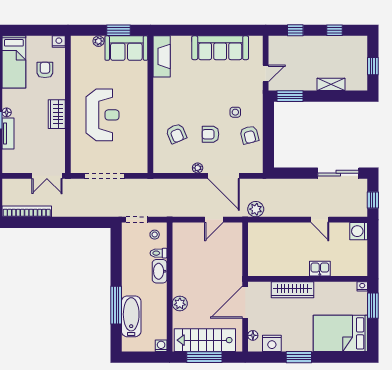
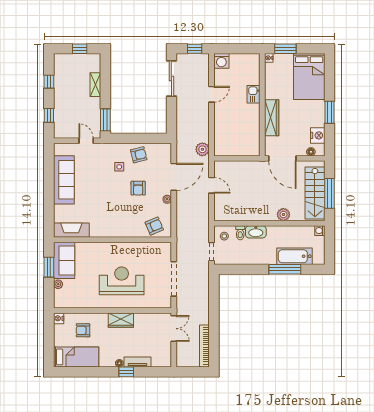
armchair: (176, 134) -> (154, 226), moved

